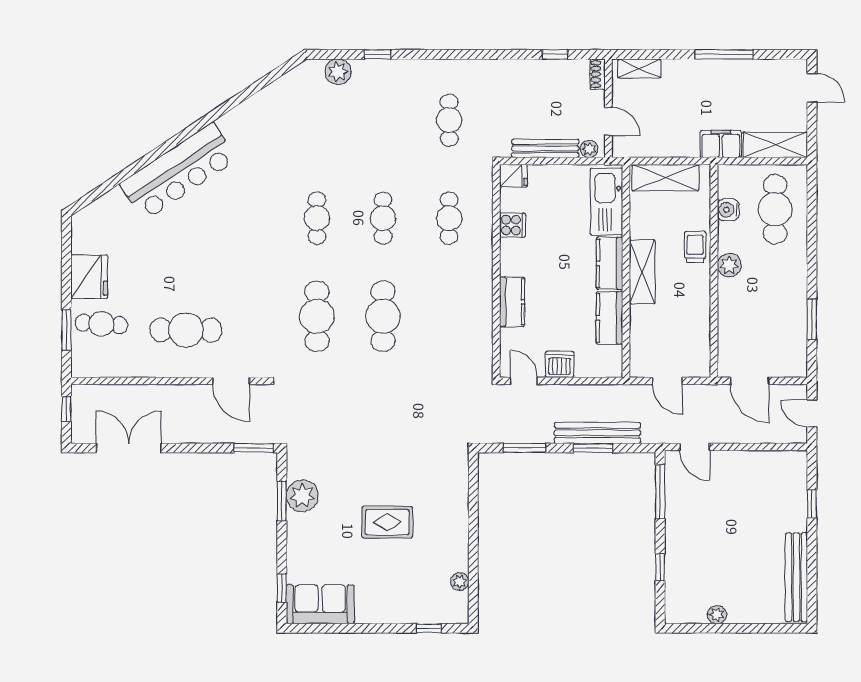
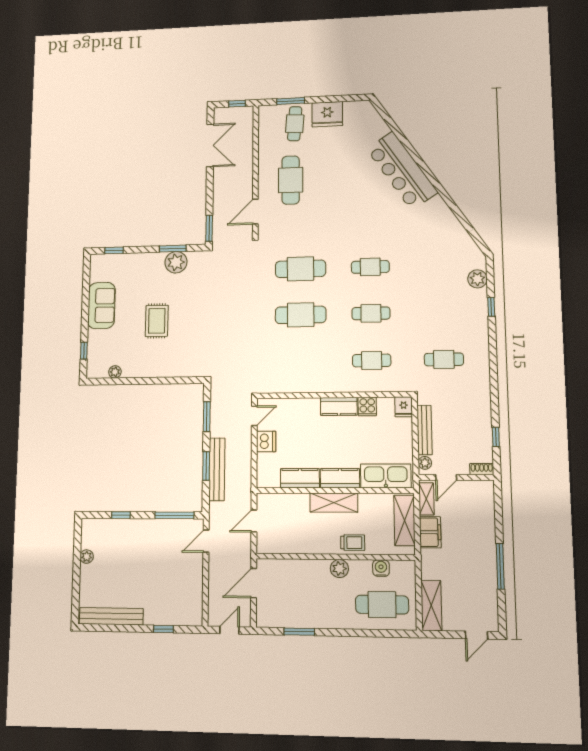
shelving: (639, 68) -> (426, 499), moved
filing cabinet: (721, 144) -> (430, 532), moved
kitchen counter: (512, 302) -> (339, 406), moved
sofa: (320, 604) -> (101, 306), moved

